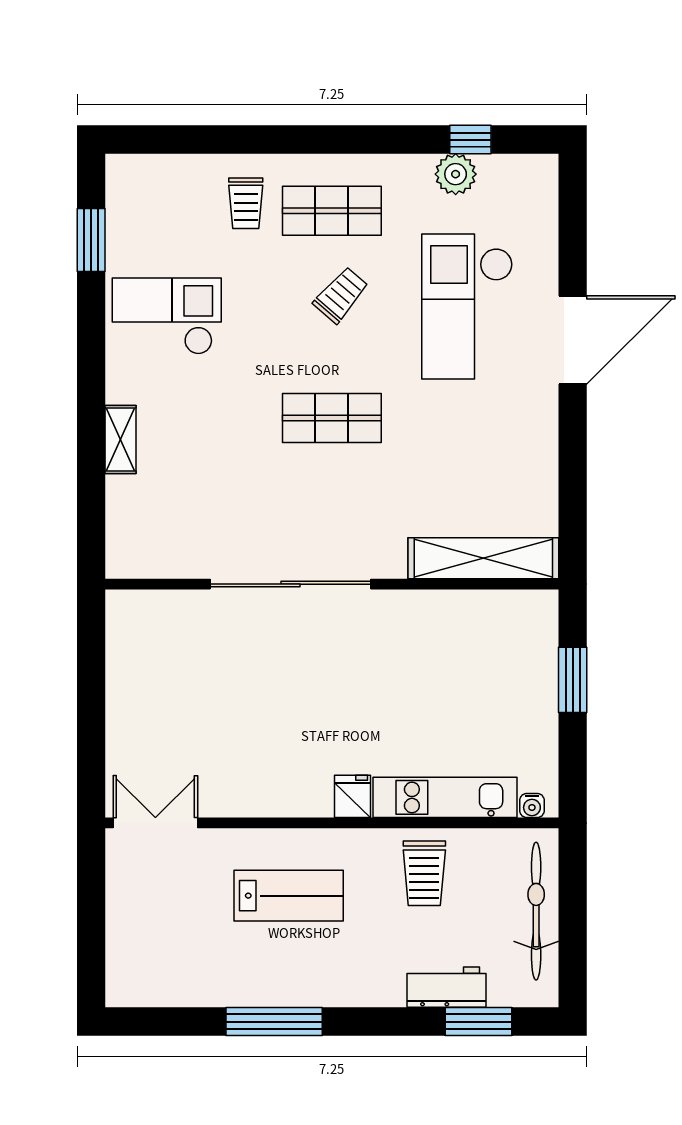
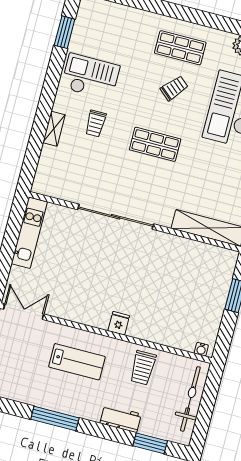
trolley: (246, 203) -> (96, 124), moved
kitchen unit: (445, 797) -> (29, 233), moved, turned 90
workbench: (446, 987) -> (121, 419), moved

